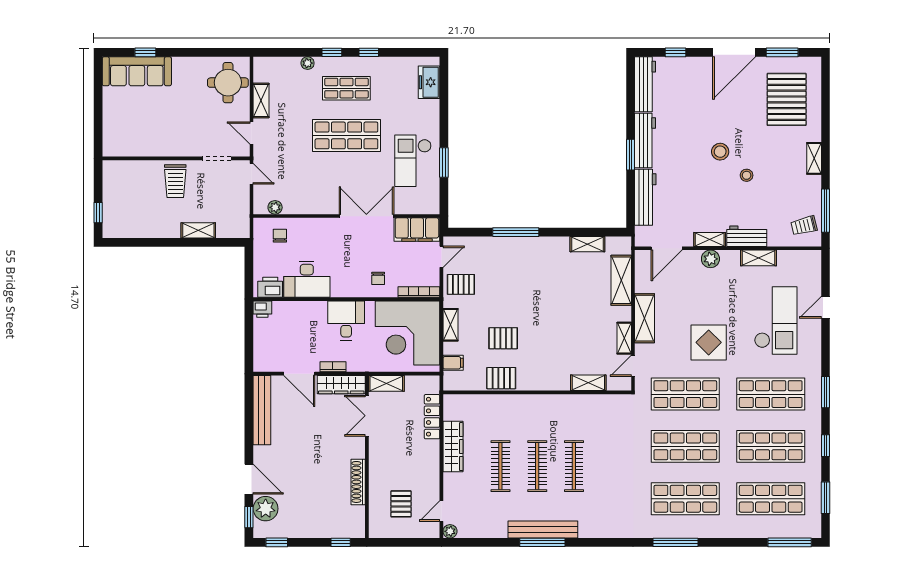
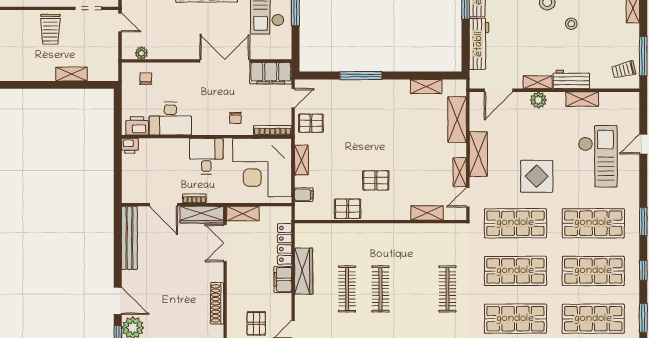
pallet: (503, 338) -> (376, 180), moved
filing cabinet: (430, 456) -> (283, 279), added
clothes rail: (574, 466) -> (447, 289), moved

